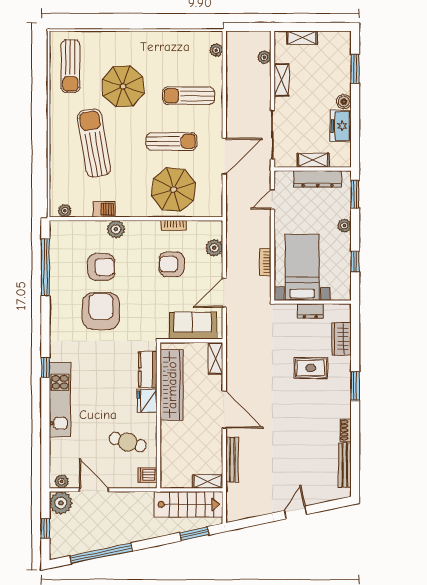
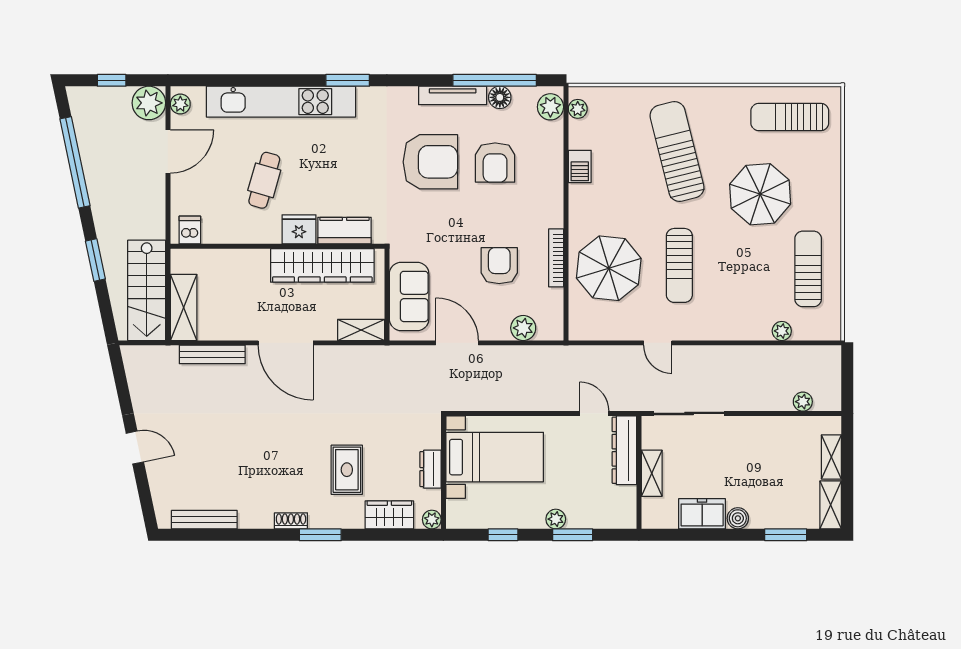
plant: (216, 50) -> (782, 331), moved
shelving: (281, 80) -> (831, 505), moved, turned 90
sun lounger: (189, 96) -> (808, 269), moved
sun lounger: (94, 143) -> (677, 152), turned -94
door: (224, 156) -> (658, 343), width x0.53
dresser: (318, 179) -> (624, 450), moved
window: (355, 194) -> (573, 535), moved
bookcase: (174, 225) -> (556, 258), width x1.56
plant: (116, 229) -> (550, 107), moved
bookcase: (265, 262) -> (502, 403), removed
floor lamp: (57, 264) -> (500, 97), added
tv unit: (56, 296) -> (453, 95), added
plant: (345, 310) -> (432, 520), added
window: (45, 367) -> (348, 80), width x1.50
kitchen unit: (60, 399) -> (281, 102), width x1.36
door: (224, 410) -> (286, 343), hinge flipped
shoe rack: (346, 430) -> (291, 521), moved
cafe table: (128, 442) -> (264, 180), moved
shelving: (208, 482) -> (184, 307), width x1.50, depth x1.33
window: (194, 534) -> (95, 260), moved

